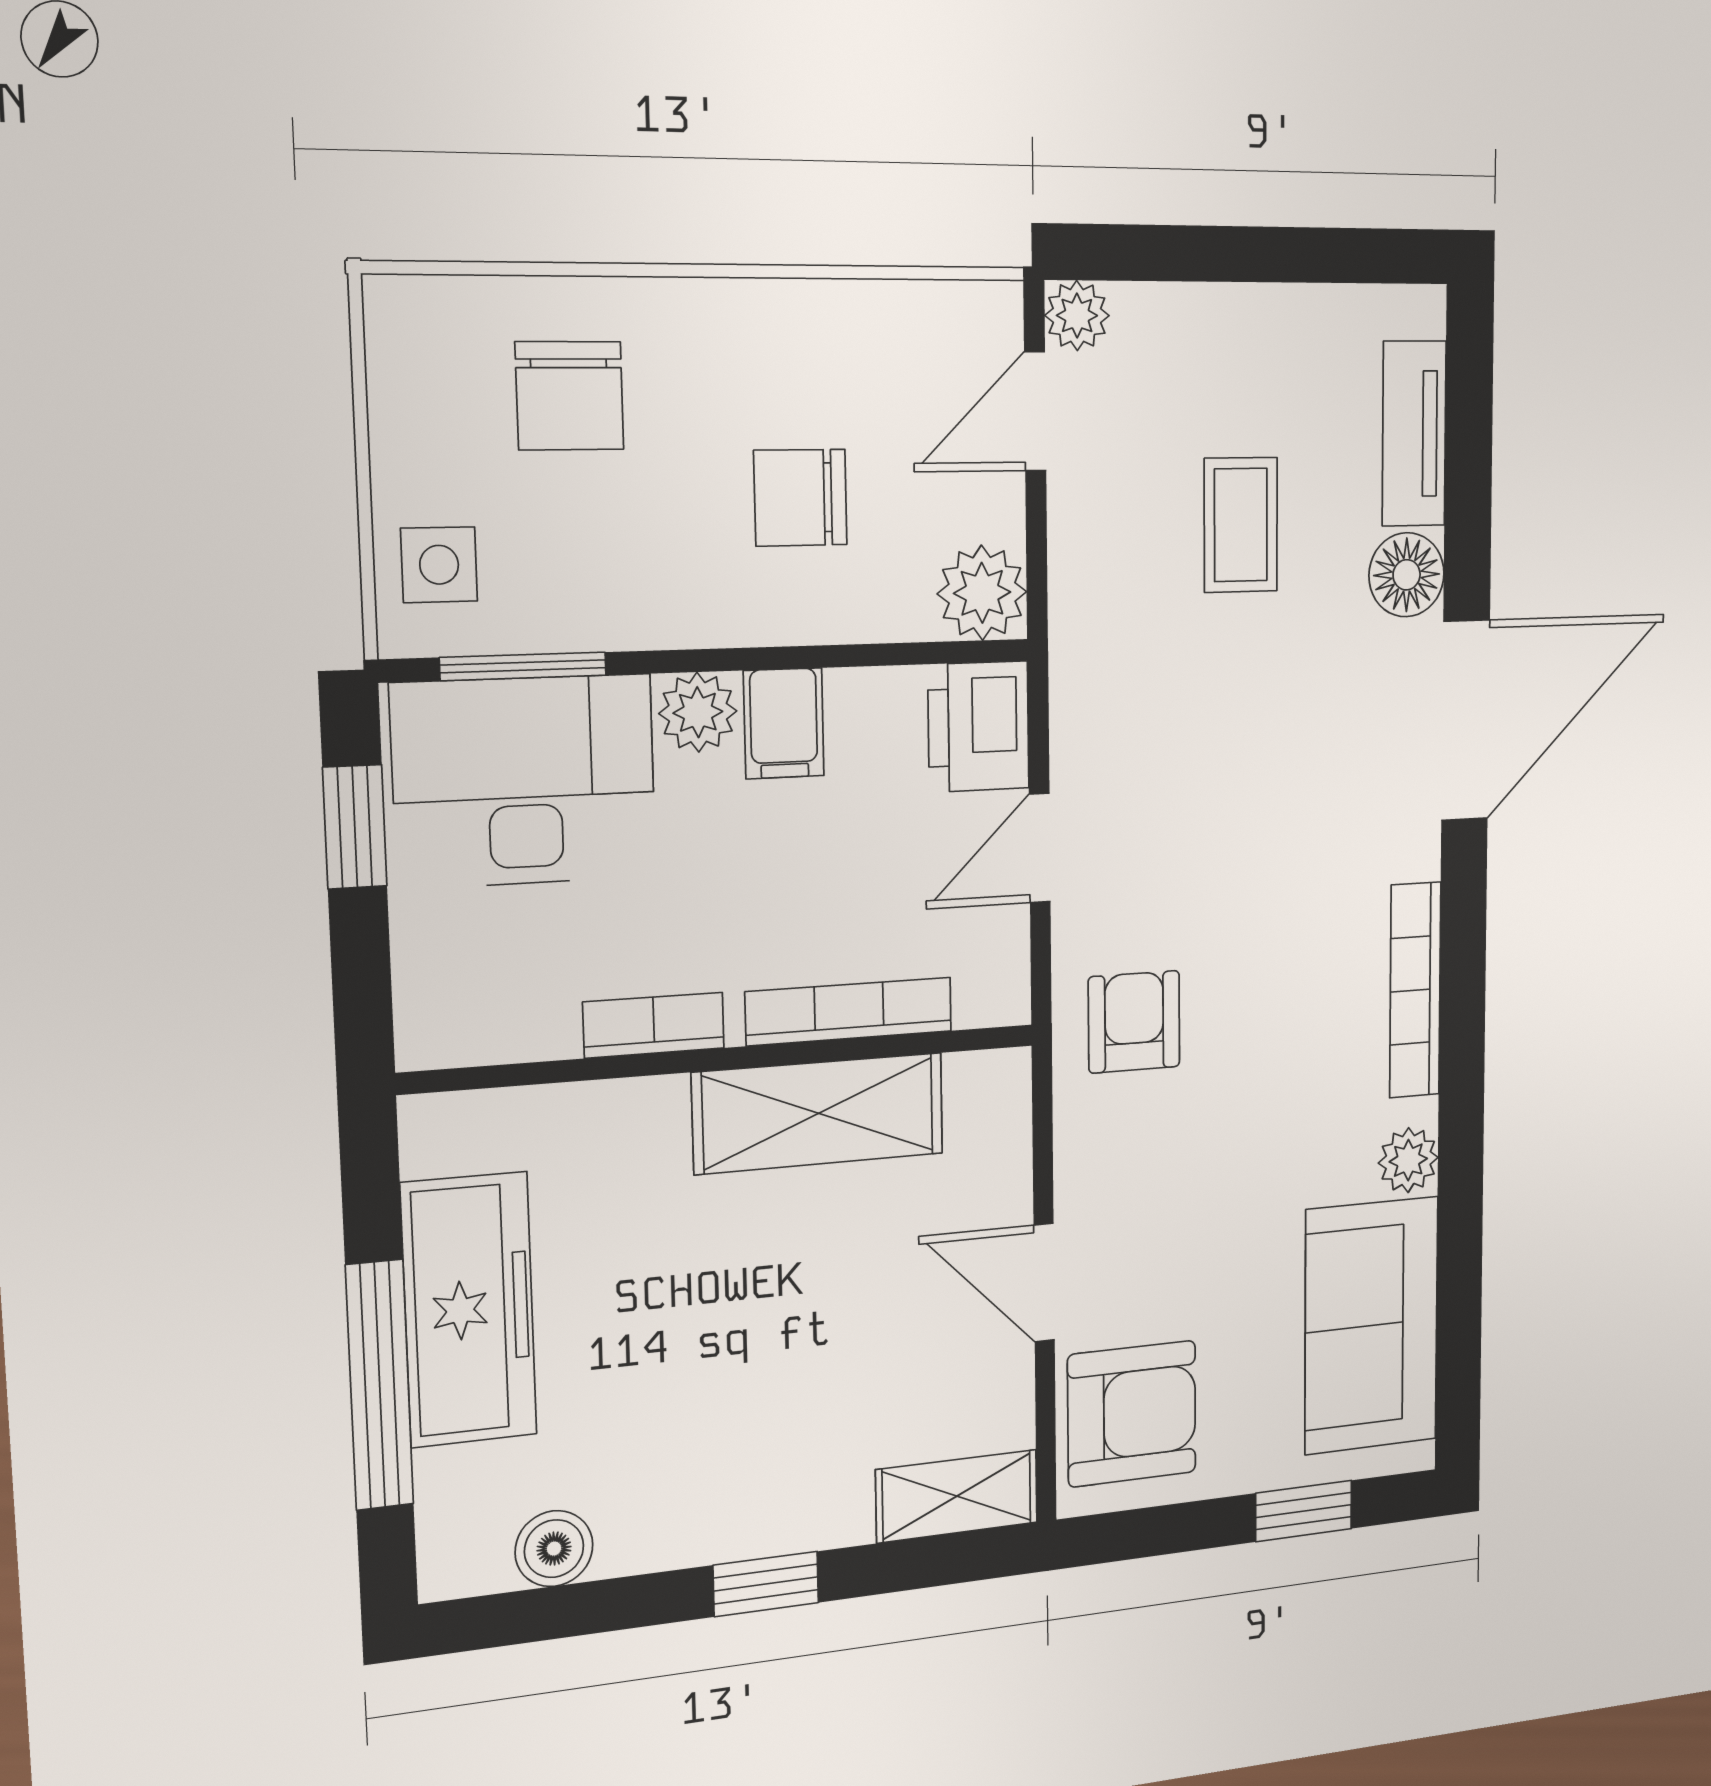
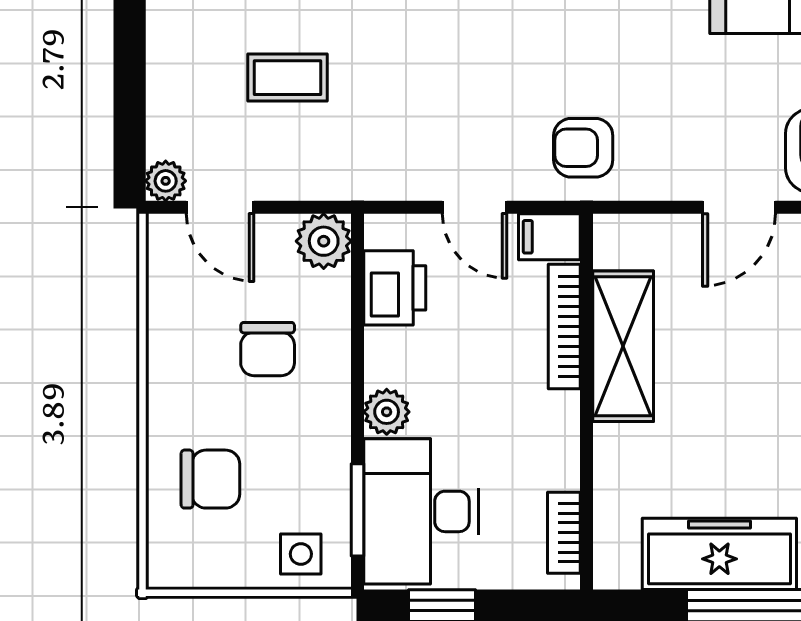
filing cabinet: (784, 723) -> (549, 237), moved, turned 180
printer: (979, 727) -> (395, 288), moved, turned -90
bookcase: (654, 1025) -> (564, 533), moved

